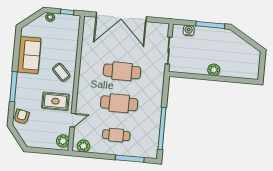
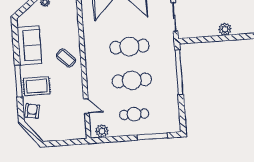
rug: (55, 101) -> (37, 86), moved
door: (73, 120) -> (86, 106), hinge flipped
window: (162, 129) -> (179, 72), moved
plant: (63, 141) -> (79, 129), removed

